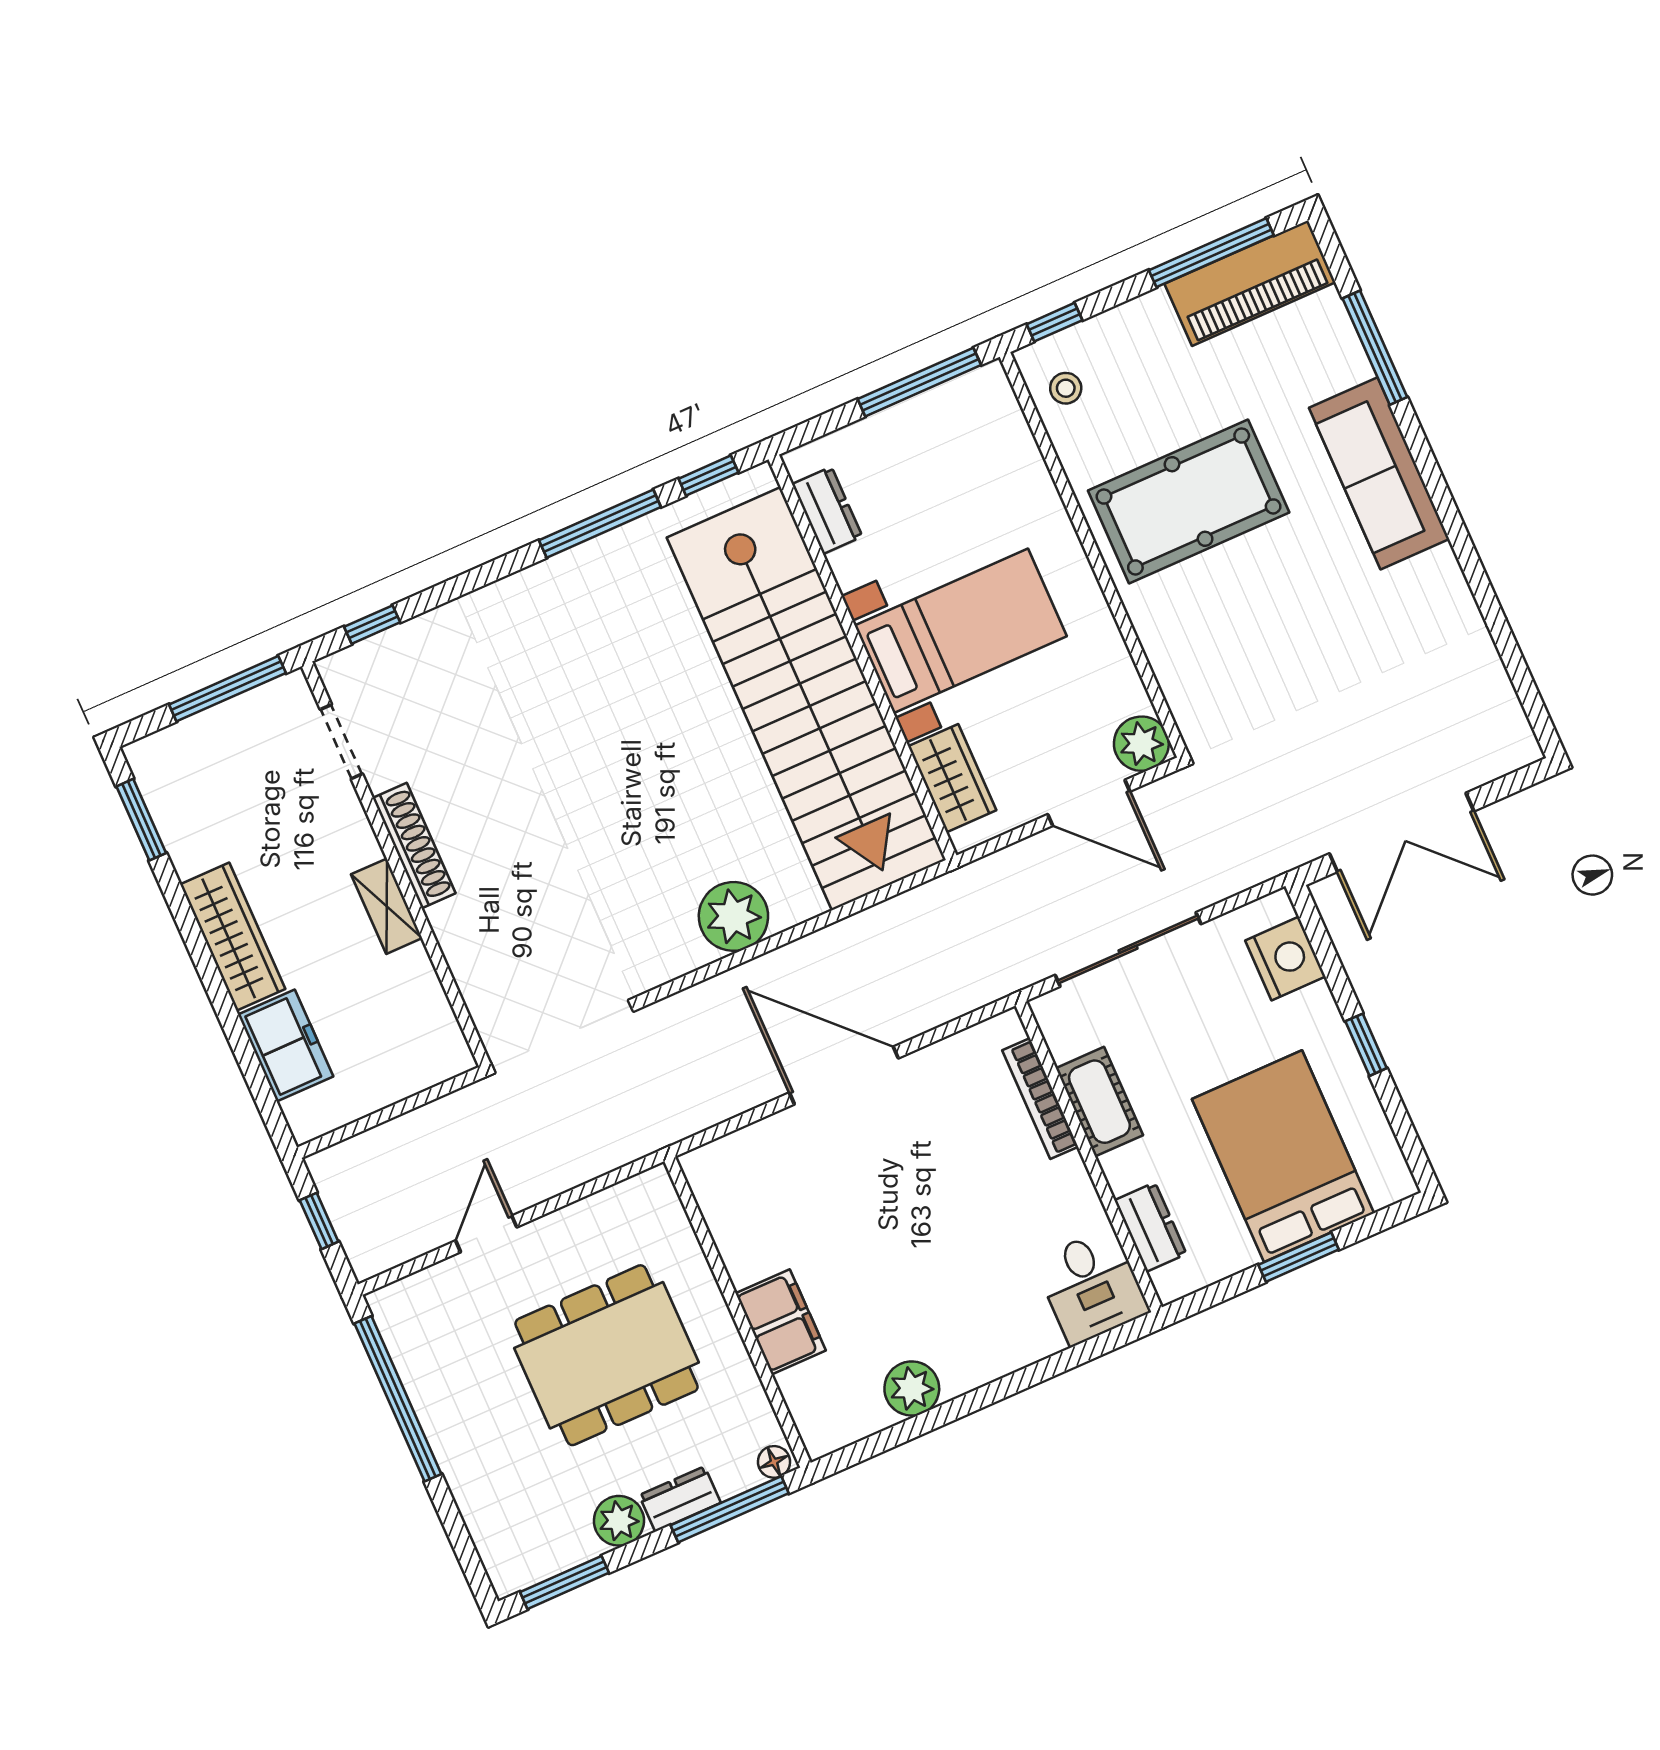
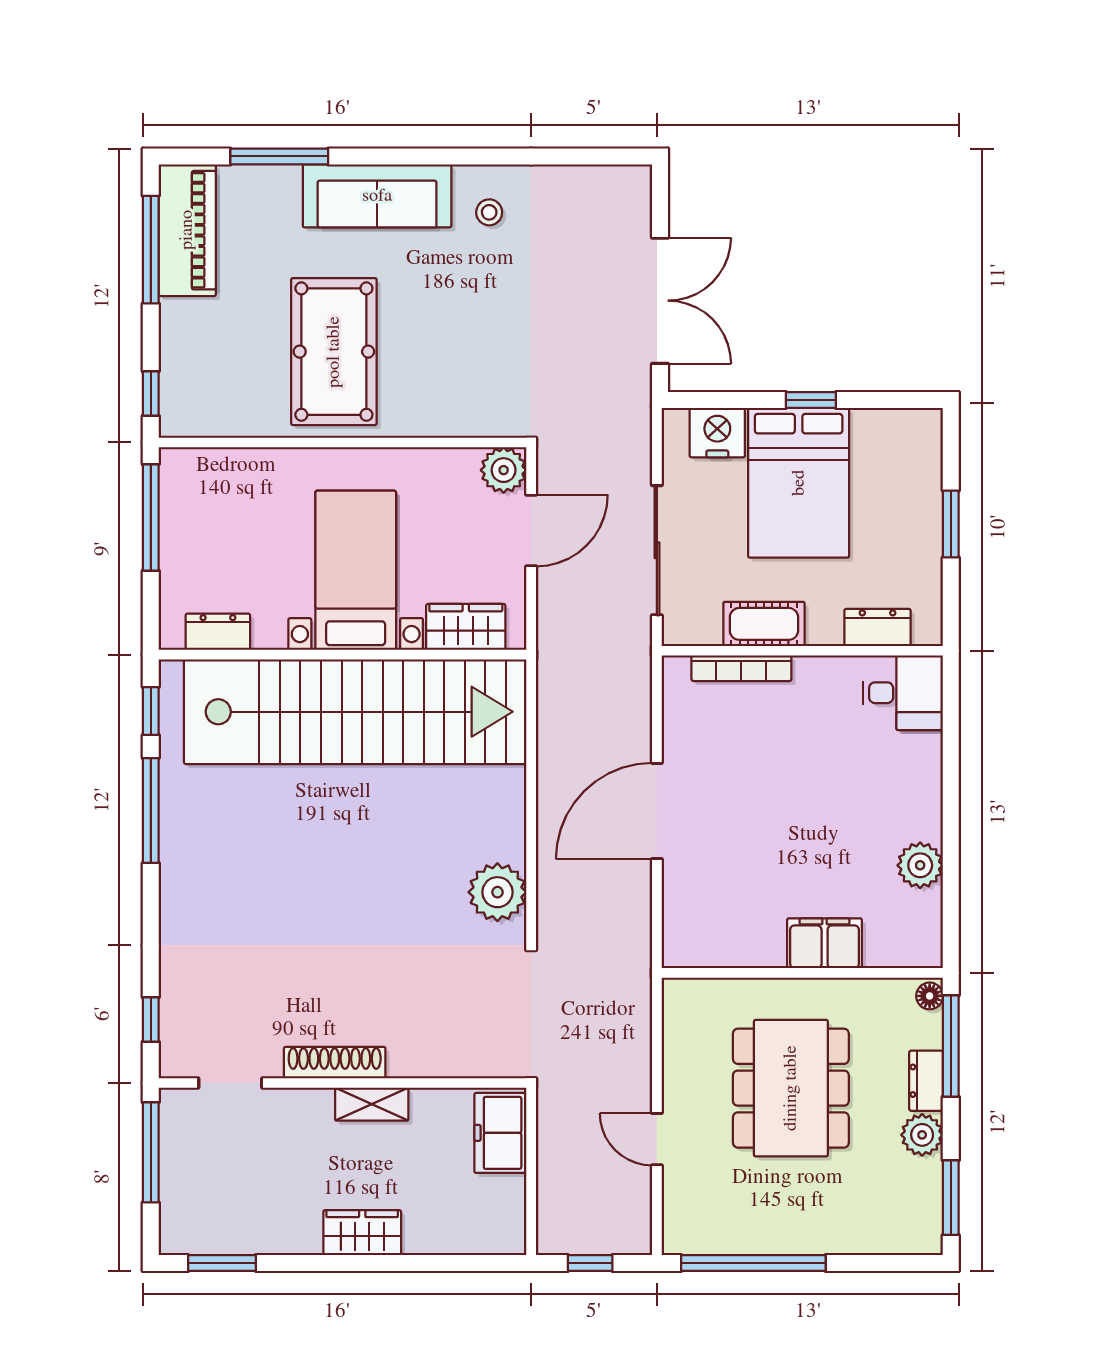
stool: (1066, 388) -> (489, 212), moved
plant: (733, 916) -> (497, 892), moved
wardrobe: (233, 937) -> (362, 1233), width x0.67
freezer: (286, 1045) -> (500, 1133), moved, turned -90
bed: (1283, 1156) -> (799, 483), moved, turned -90

